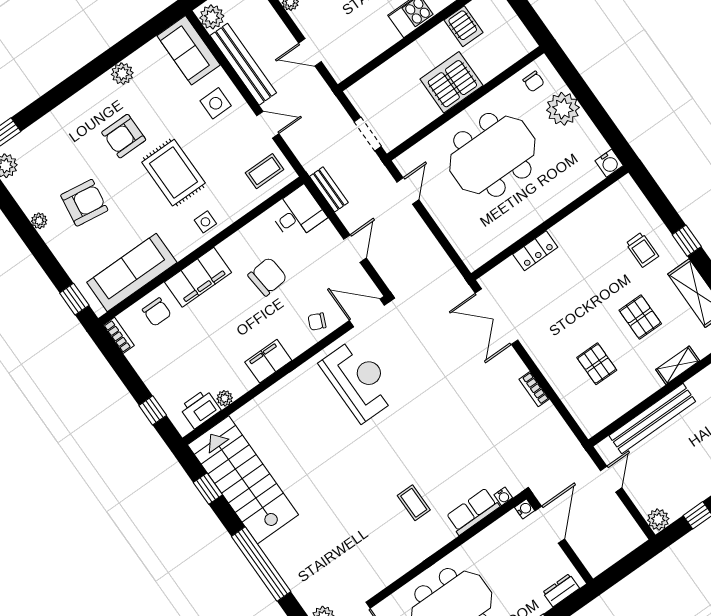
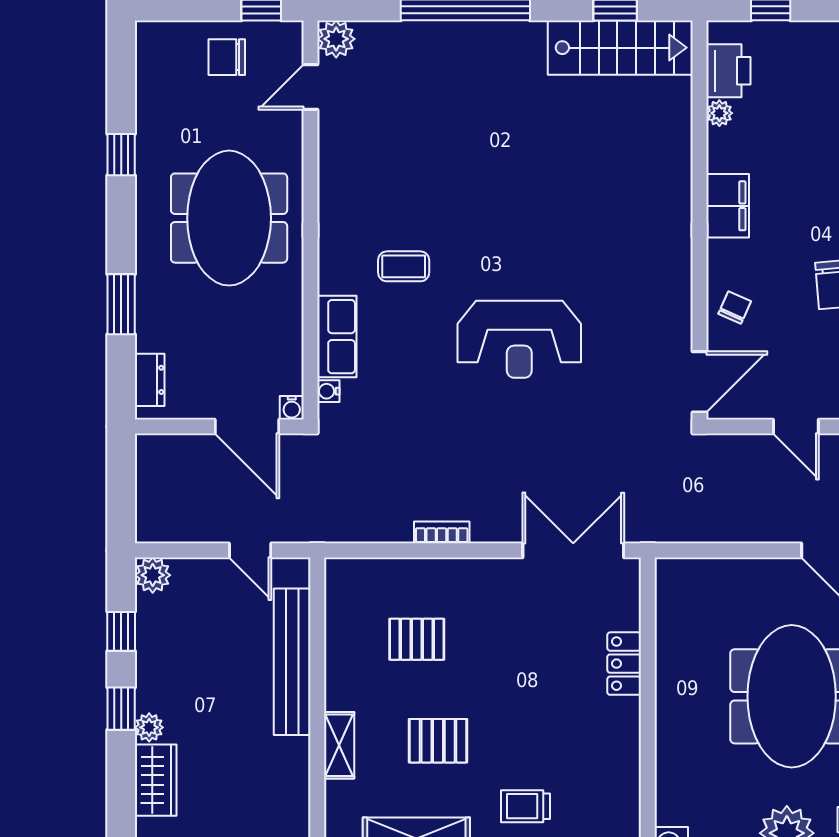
reception desk: (359, 380) -> (519, 339), moved
stairs: (243, 480) -> (620, 48), width x0.73, depth x0.66

